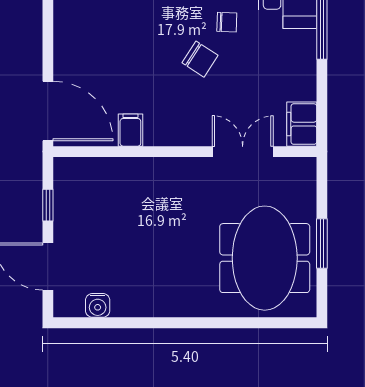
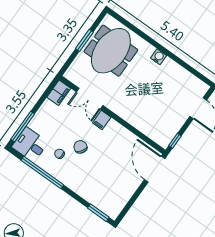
filing cabinet: (130, 130) -> (102, 120), moved
window: (48, 205) -> (175, 141), moved
water cooler: (98, 305) -> (159, 57), moved

